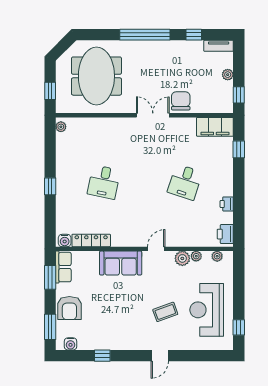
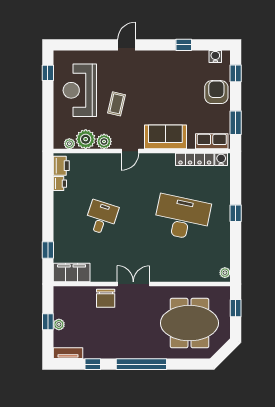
meeting table: (96, 76) -> (189, 323), turned 90
window: (239, 95) -> (48, 322), moved
double door: (153, 115) -> (133, 284), swing flipped
desk: (104, 182) -> (182, 218), width x1.87, depth x1.30
printer: (227, 204) -> (60, 184), moved
plant: (196, 256) -> (86, 139), width x1.88, depth x1.88
row of seats: (63, 267) -> (212, 141), moved, turned 90
reception desk: (207, 310) -> (80, 90), turned 180
coffee table: (165, 312) -> (117, 104), moved, turned -57
window: (50, 327) -> (236, 73), width x0.67

